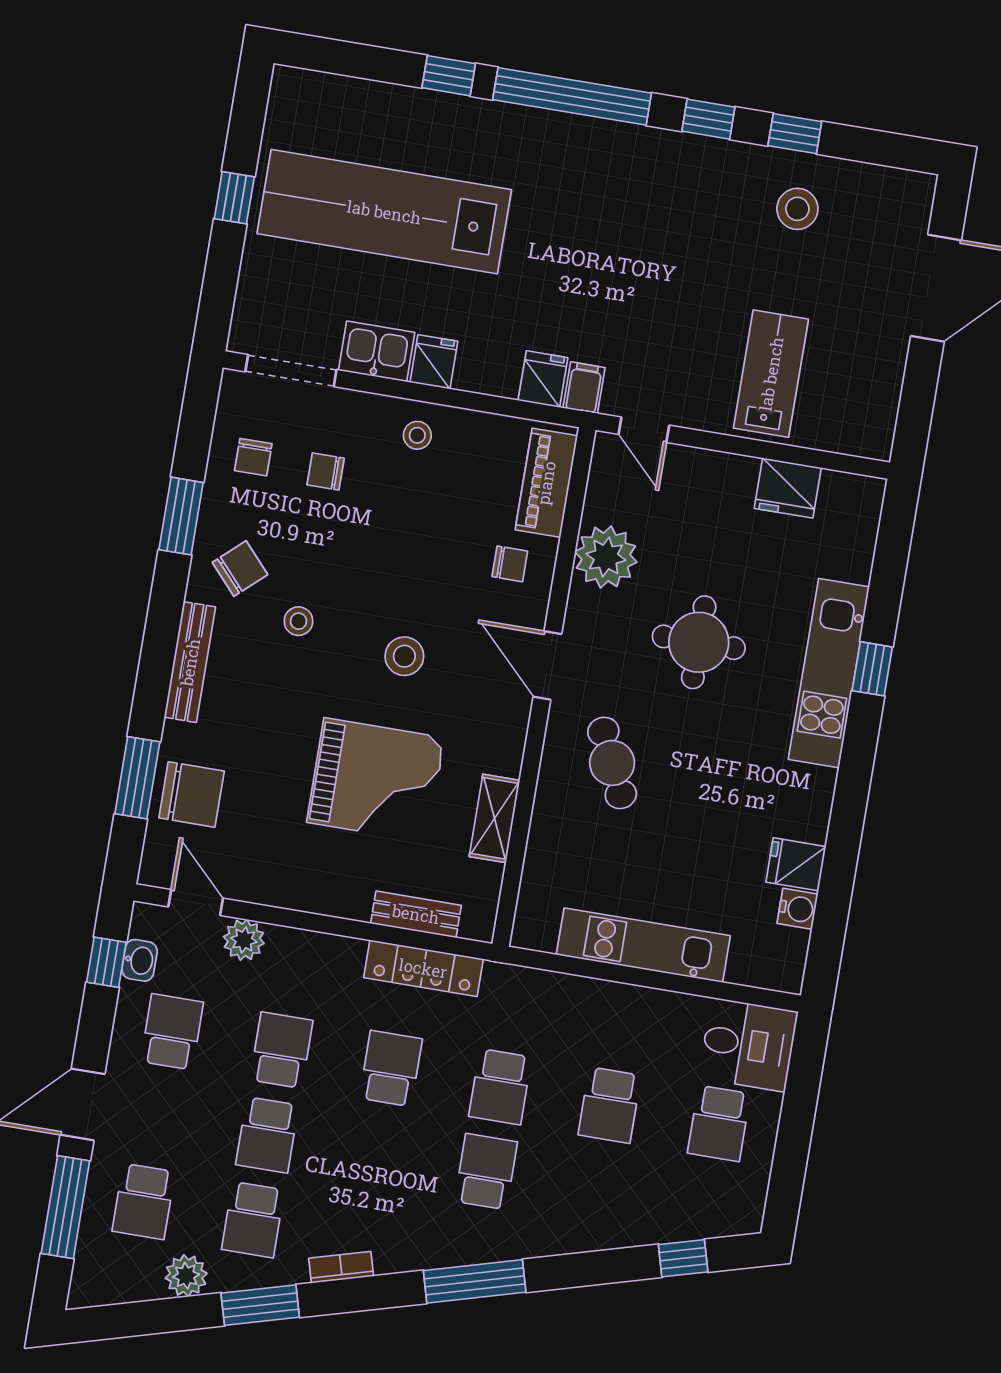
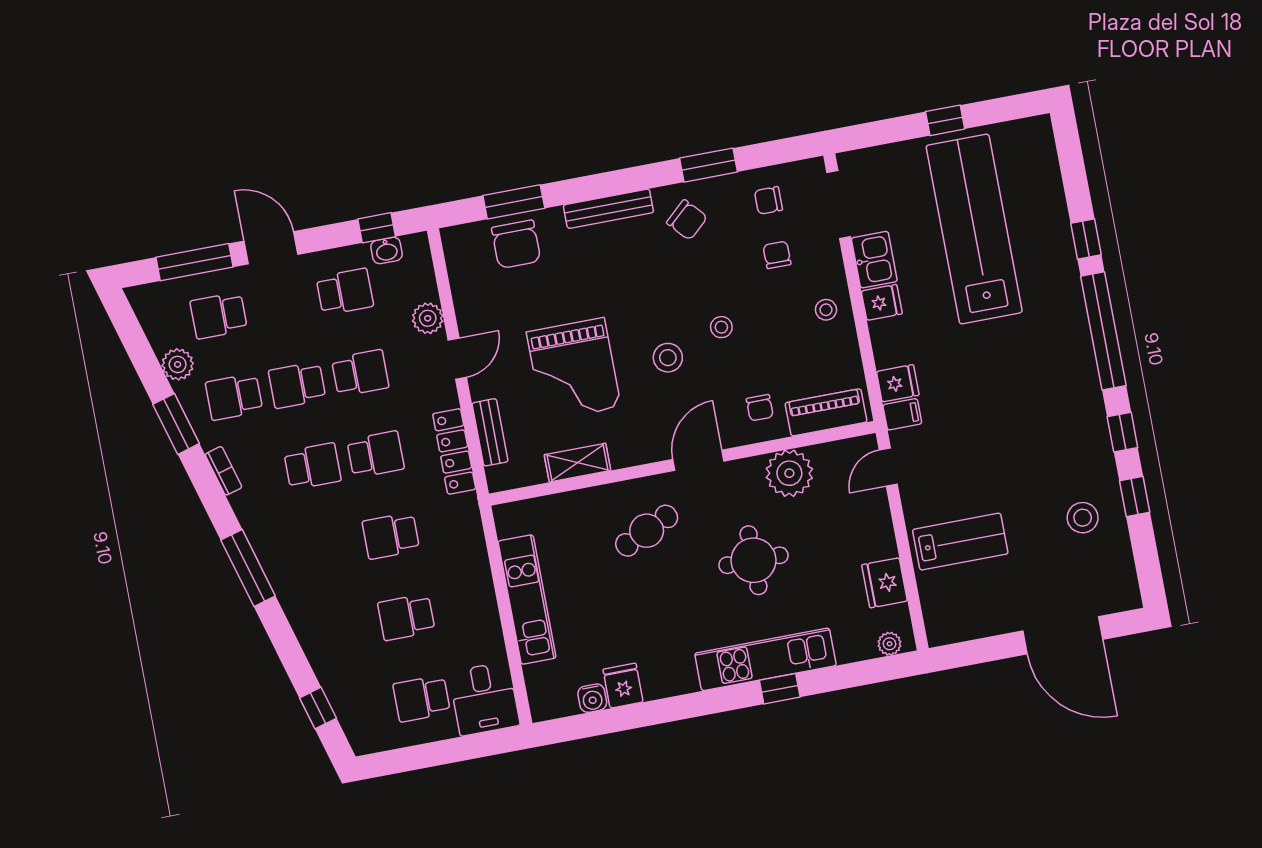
plant: (867, 510) -> (890, 644), added
stool: (298, 621) -> (721, 327), moved
door: (196, 903) -> (457, 359), moved
school desk: (486, 1172) -> (312, 466), moved

